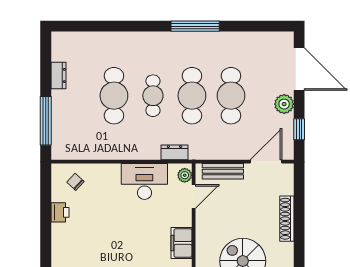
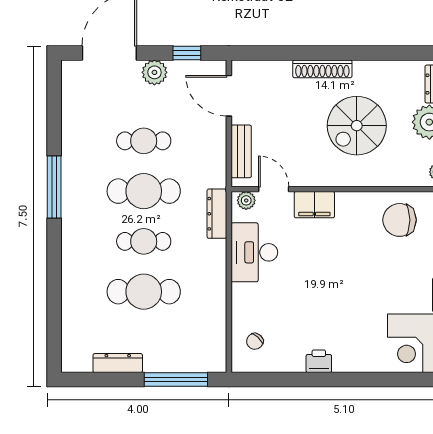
dresser: (59, 76) -> (118, 363), width x1.44
cafe table: (231, 96) -> (144, 141), width x0.73, depth x0.74
dresser: (174, 152) -> (217, 214), width x1.44
printer: (60, 212) -> (319, 361), moved
shoe rack: (287, 219) -> (322, 69), moved
filing cabinet: (181, 243) -> (314, 205), moved

